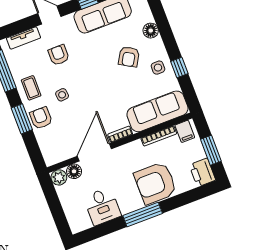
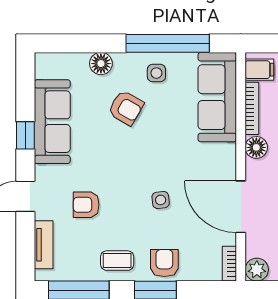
window: (179, 67) -> (168, 43), width x3.17
side table: (62, 95) -> (161, 200), moved
armchair: (41, 118) -> (164, 263), turned 90
bookcase: (120, 134) -> (229, 264), moved
floor lamp: (74, 171) -> (256, 147), moved

